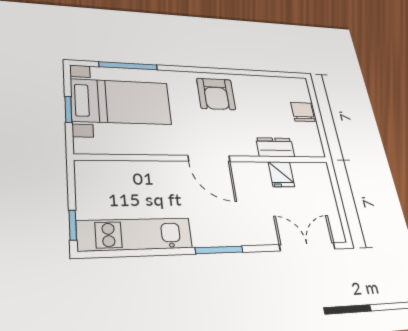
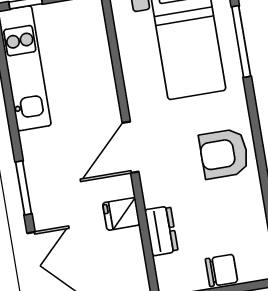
fridge: (281, 174) -> (121, 214), moved
window: (219, 250) -> (24, 188), moved

